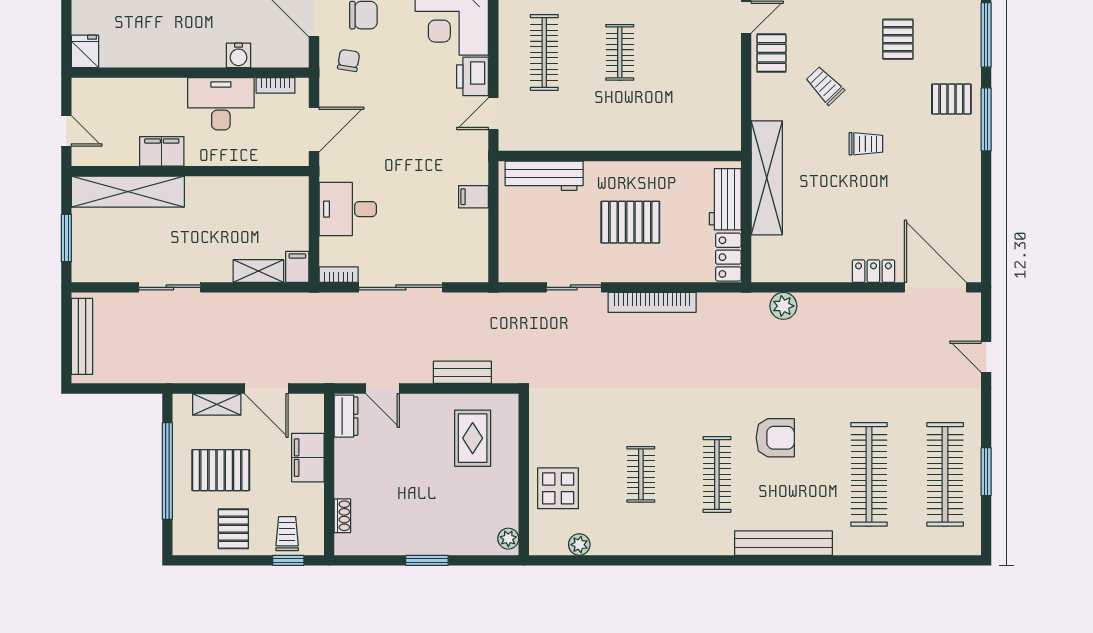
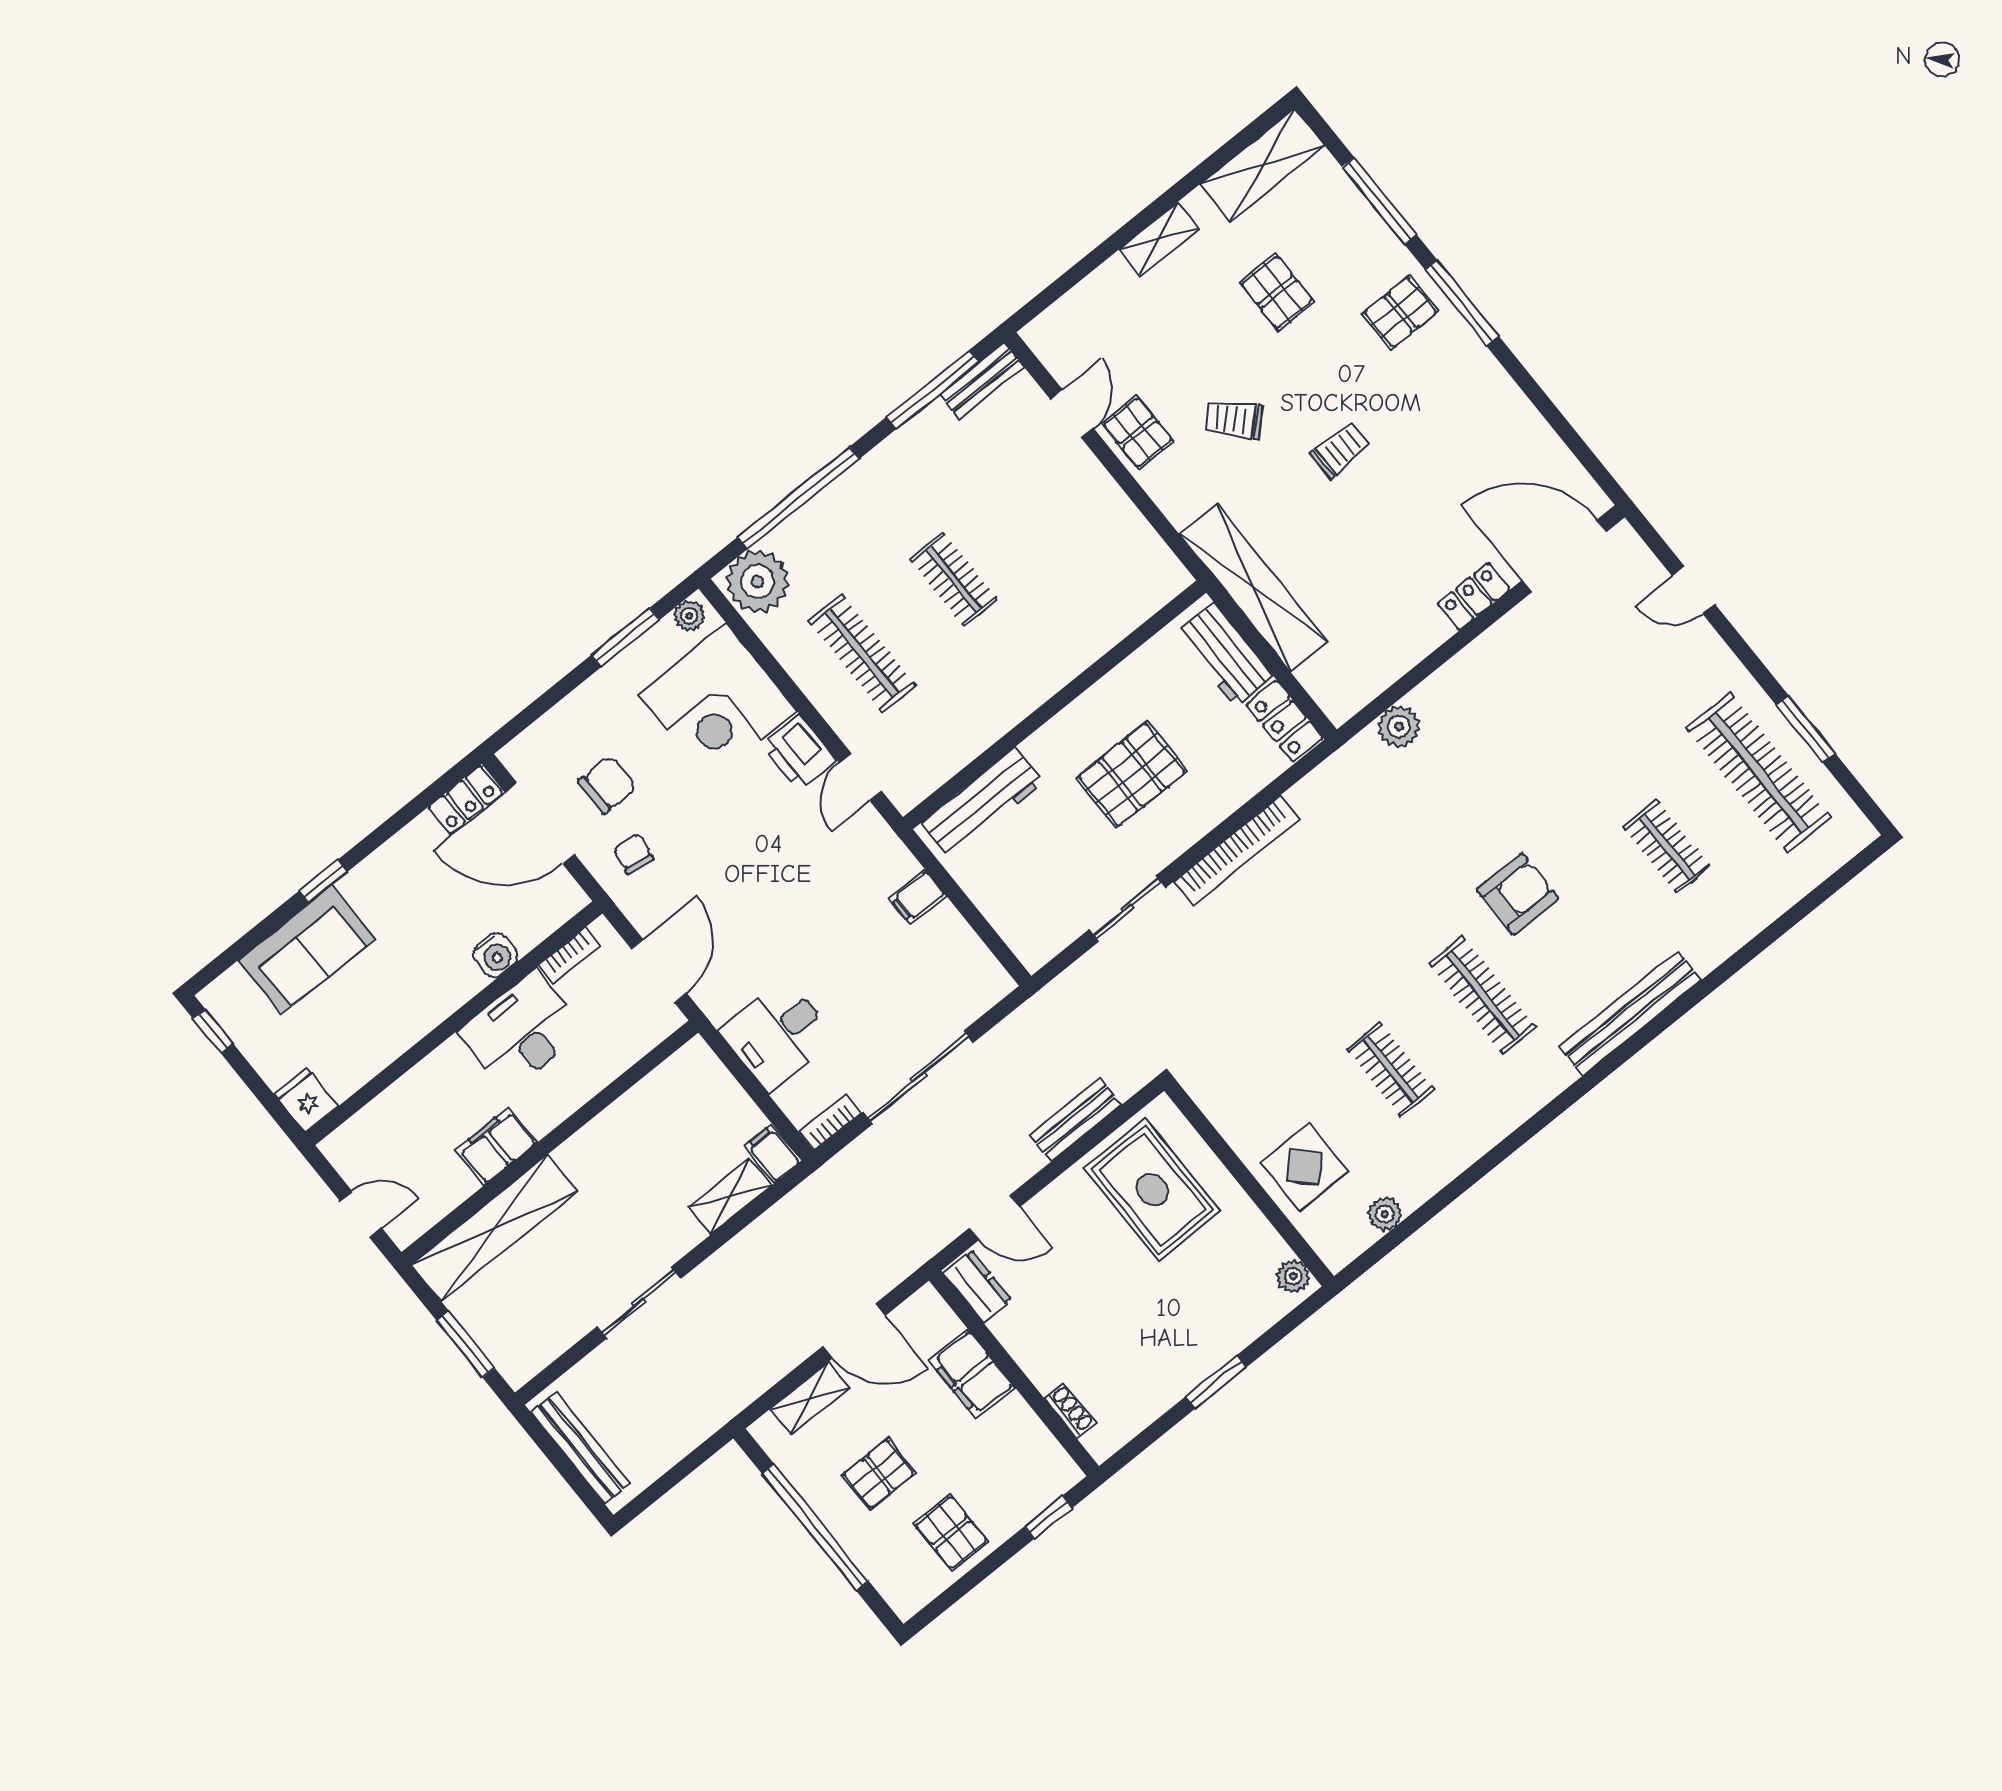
rug: (473, 438) -> (1152, 1190), width x1.36, depth x1.43
pallet: (221, 470) -> (879, 1474), width x0.67, depth x0.71
clothes rail: (869, 474) -> (1667, 847), width x0.54, depth x0.76
trolley: (287, 534) -> (1021, 1486), removed

